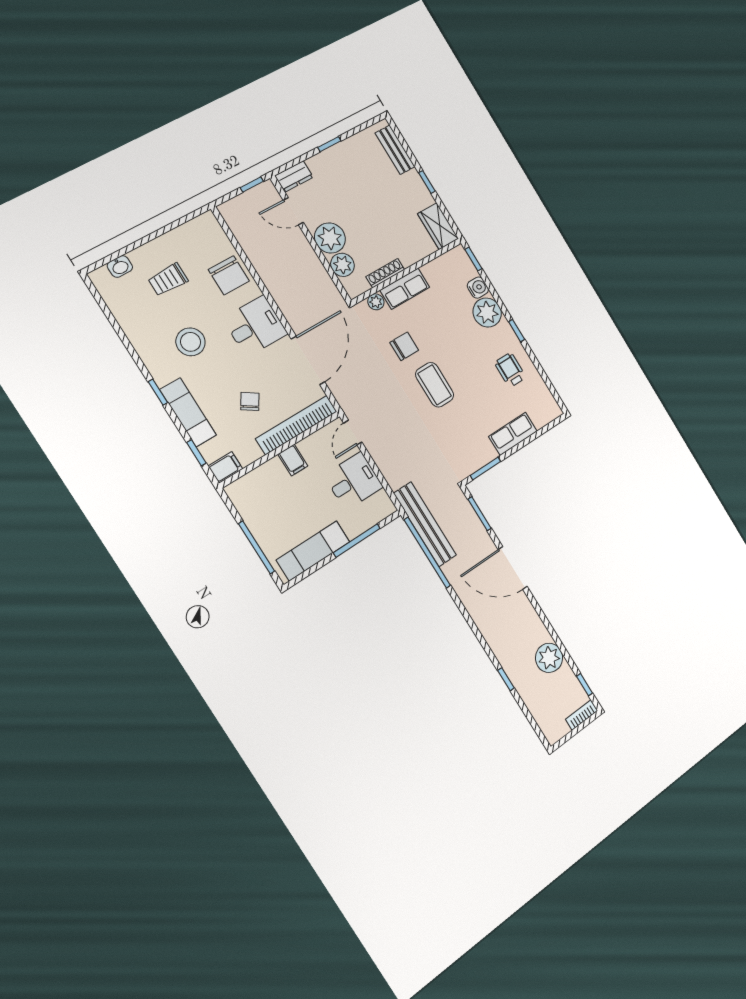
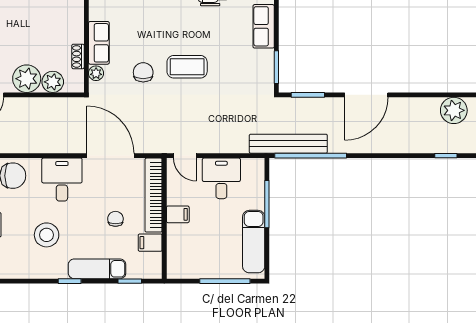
shoe rack: (385, 273) -> (78, 56), width x0.70
chair: (250, 401) -> (115, 219), turned 57
filing cabinet: (225, 467) -> (150, 243), moved, turned -90

